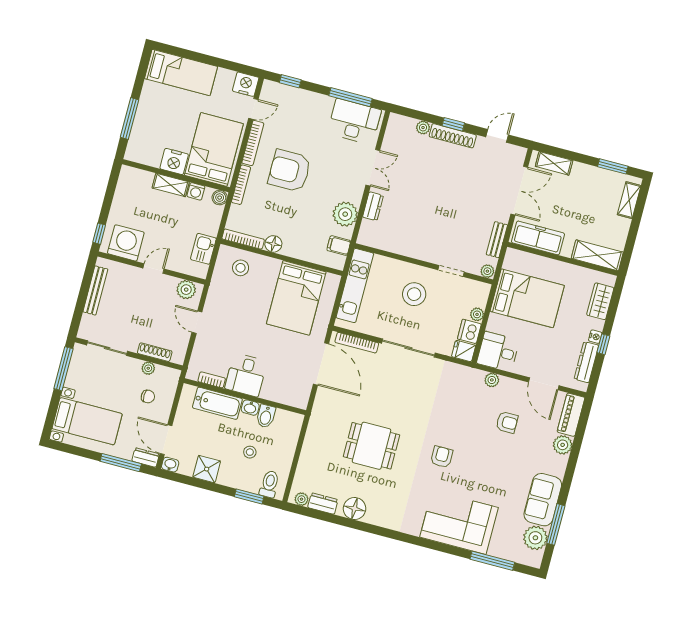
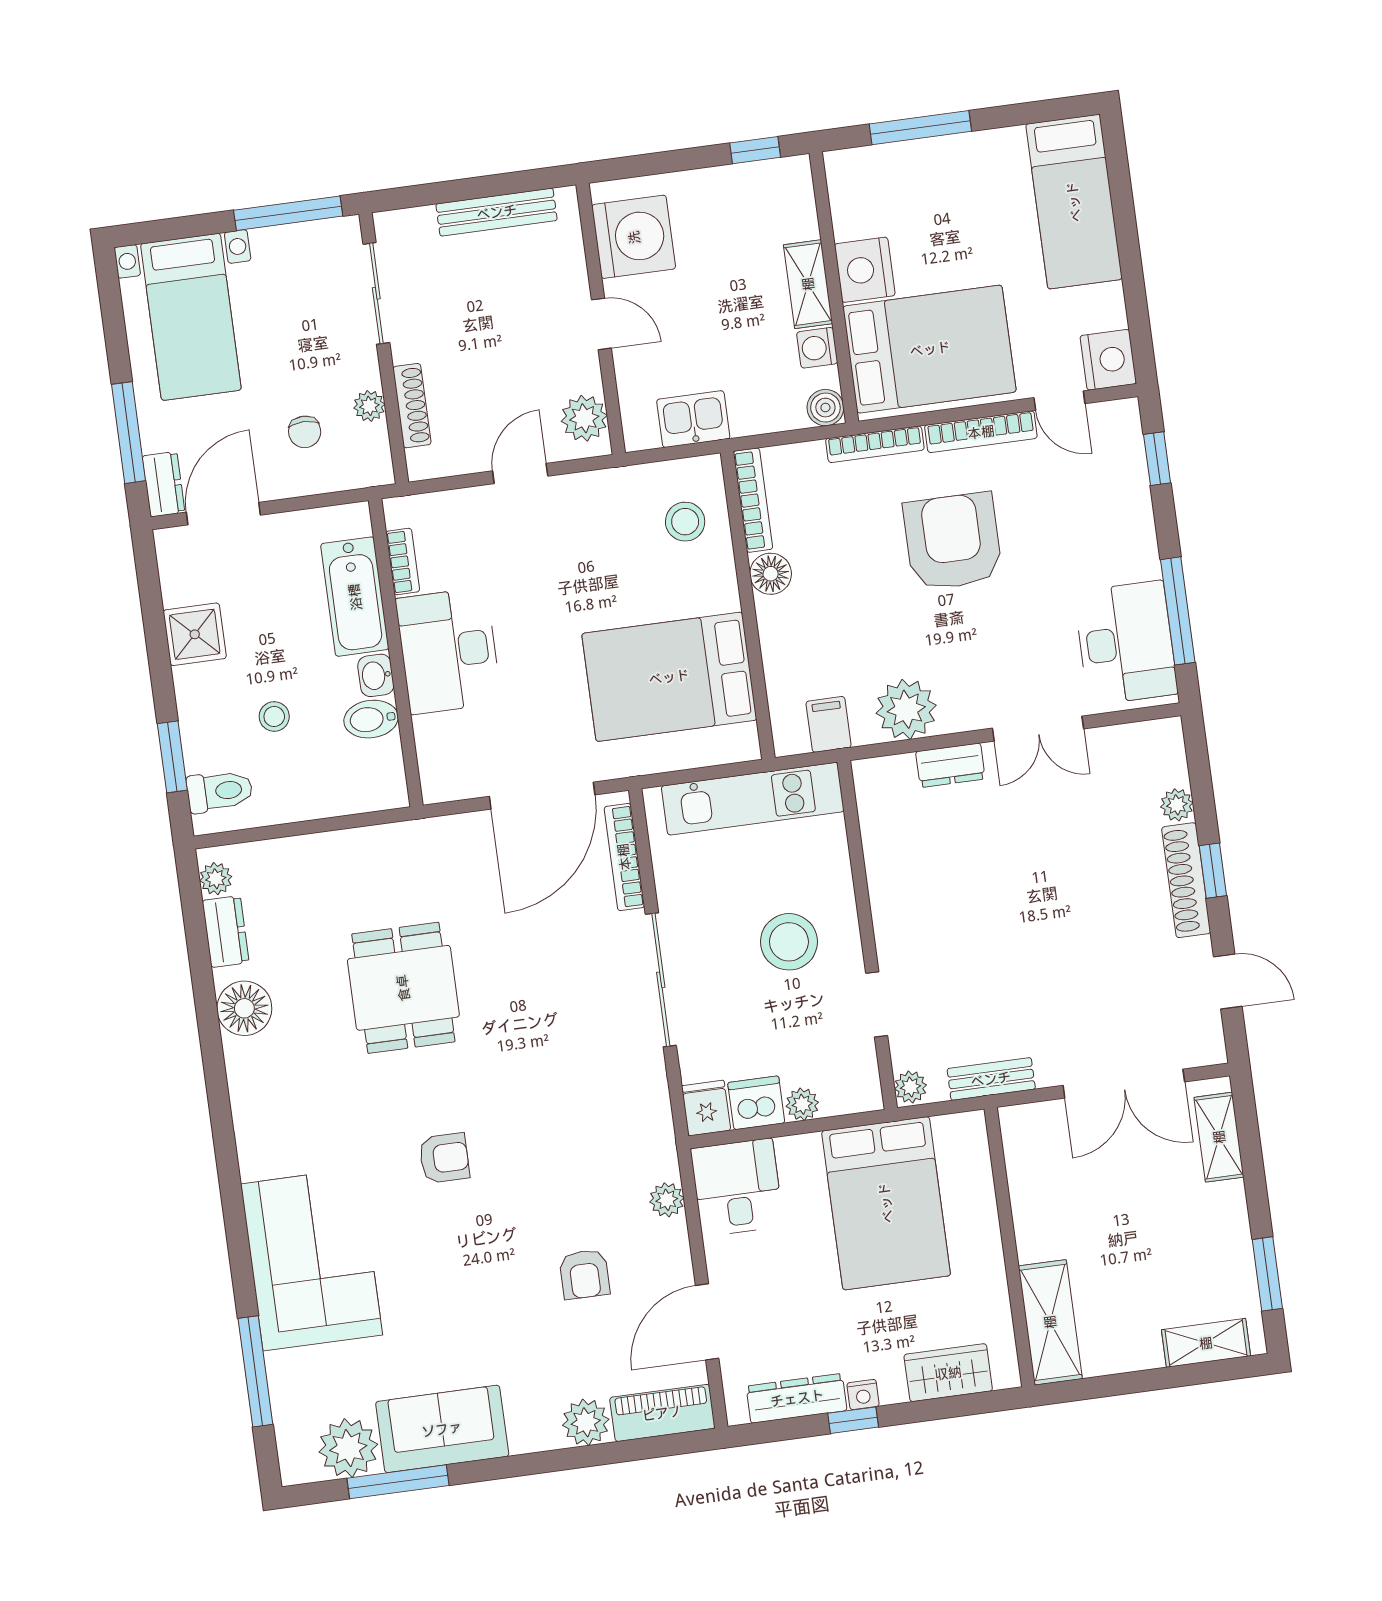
window: (99, 234) -> (755, 150), moved
freezer: (538, 238) -> (1034, 1171), removed
desk: (246, 375) -> (449, 651), width x1.37
washbasin: (170, 465) -> (170, 547), removed

